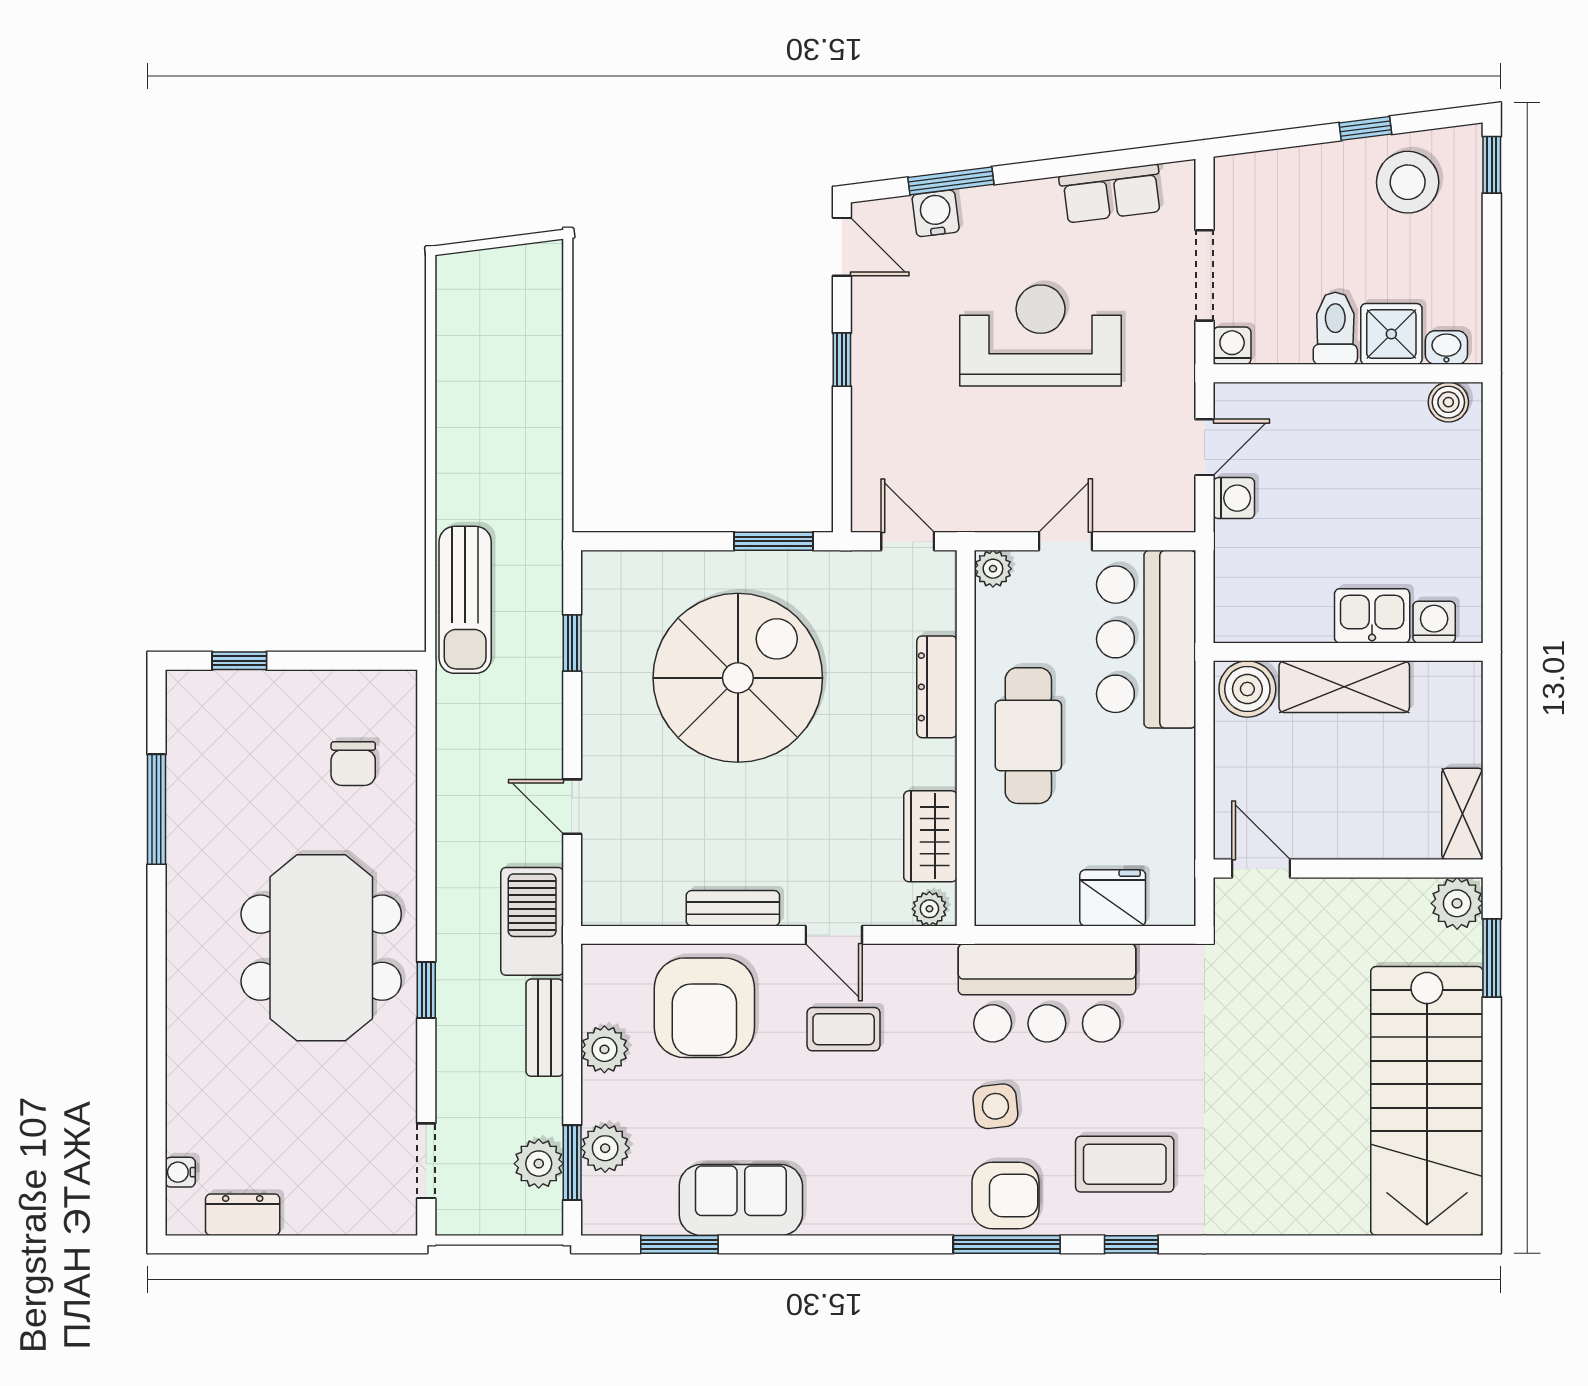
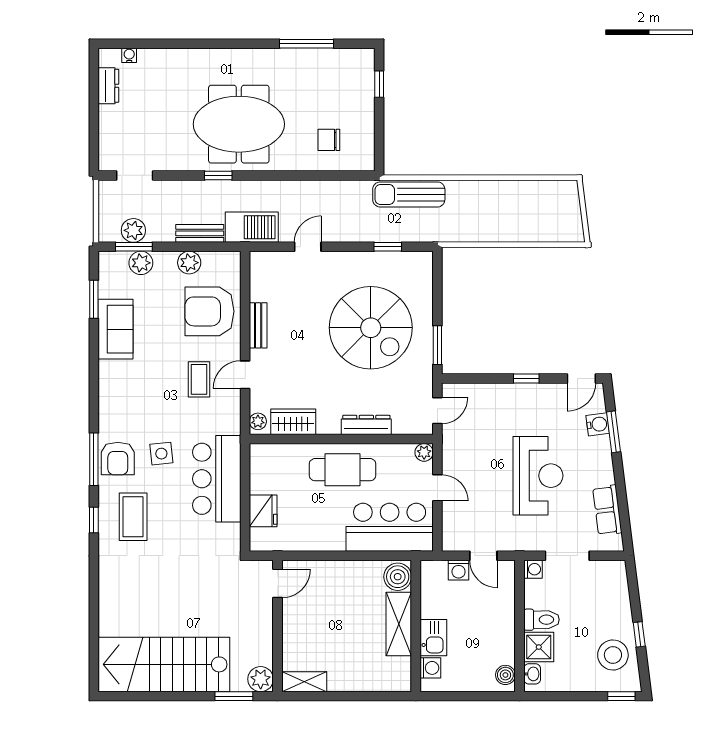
kitchen sink: (1372, 616) -> (433, 638), moved
washing machine: (1434, 622) -> (430, 668), moved
wall: (1348, 652) -> (416, 626), moved
shelving: (1344, 687) -> (399, 624), moved
boiler: (1247, 689) -> (398, 577), moved

